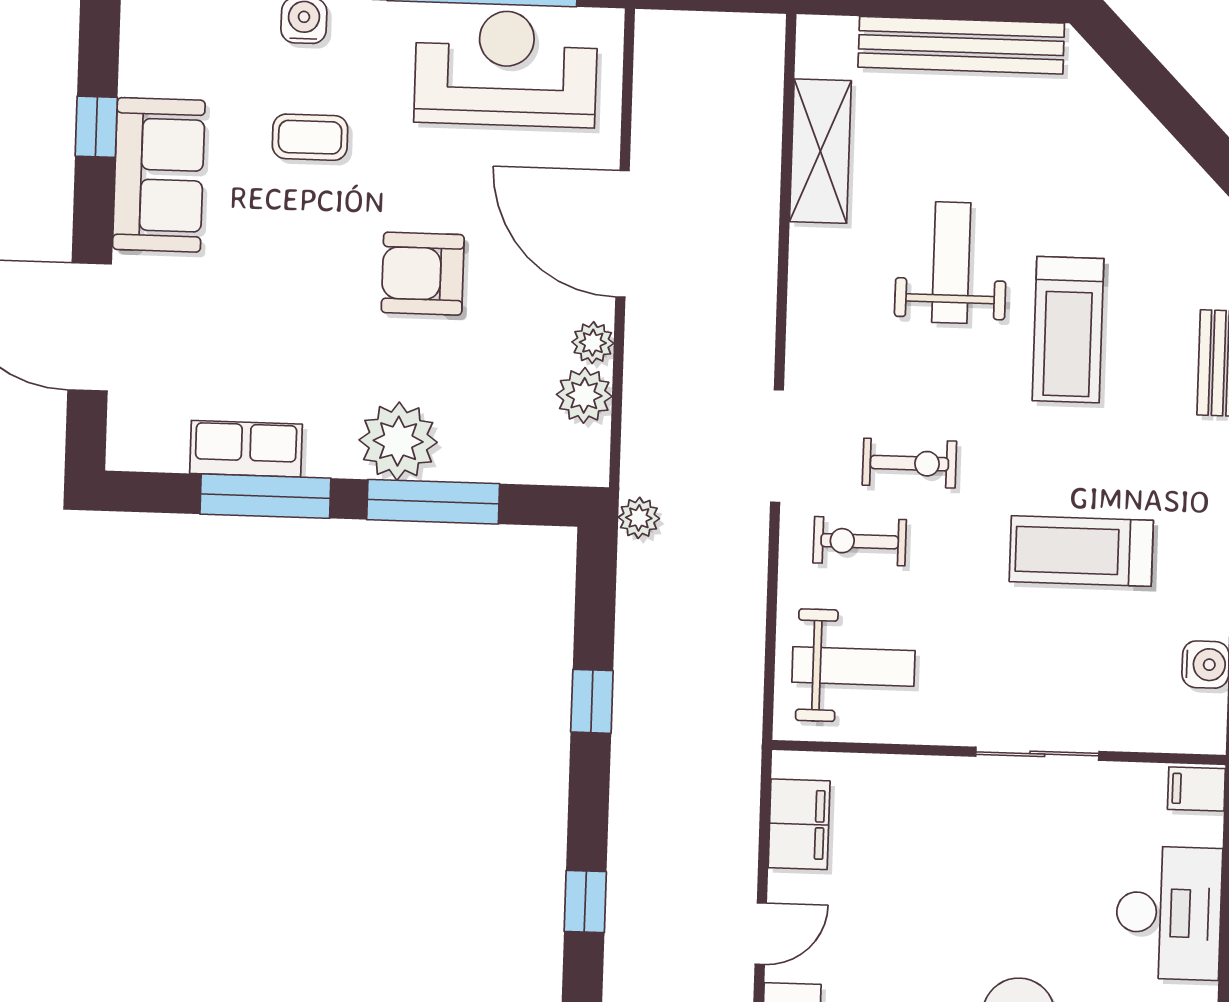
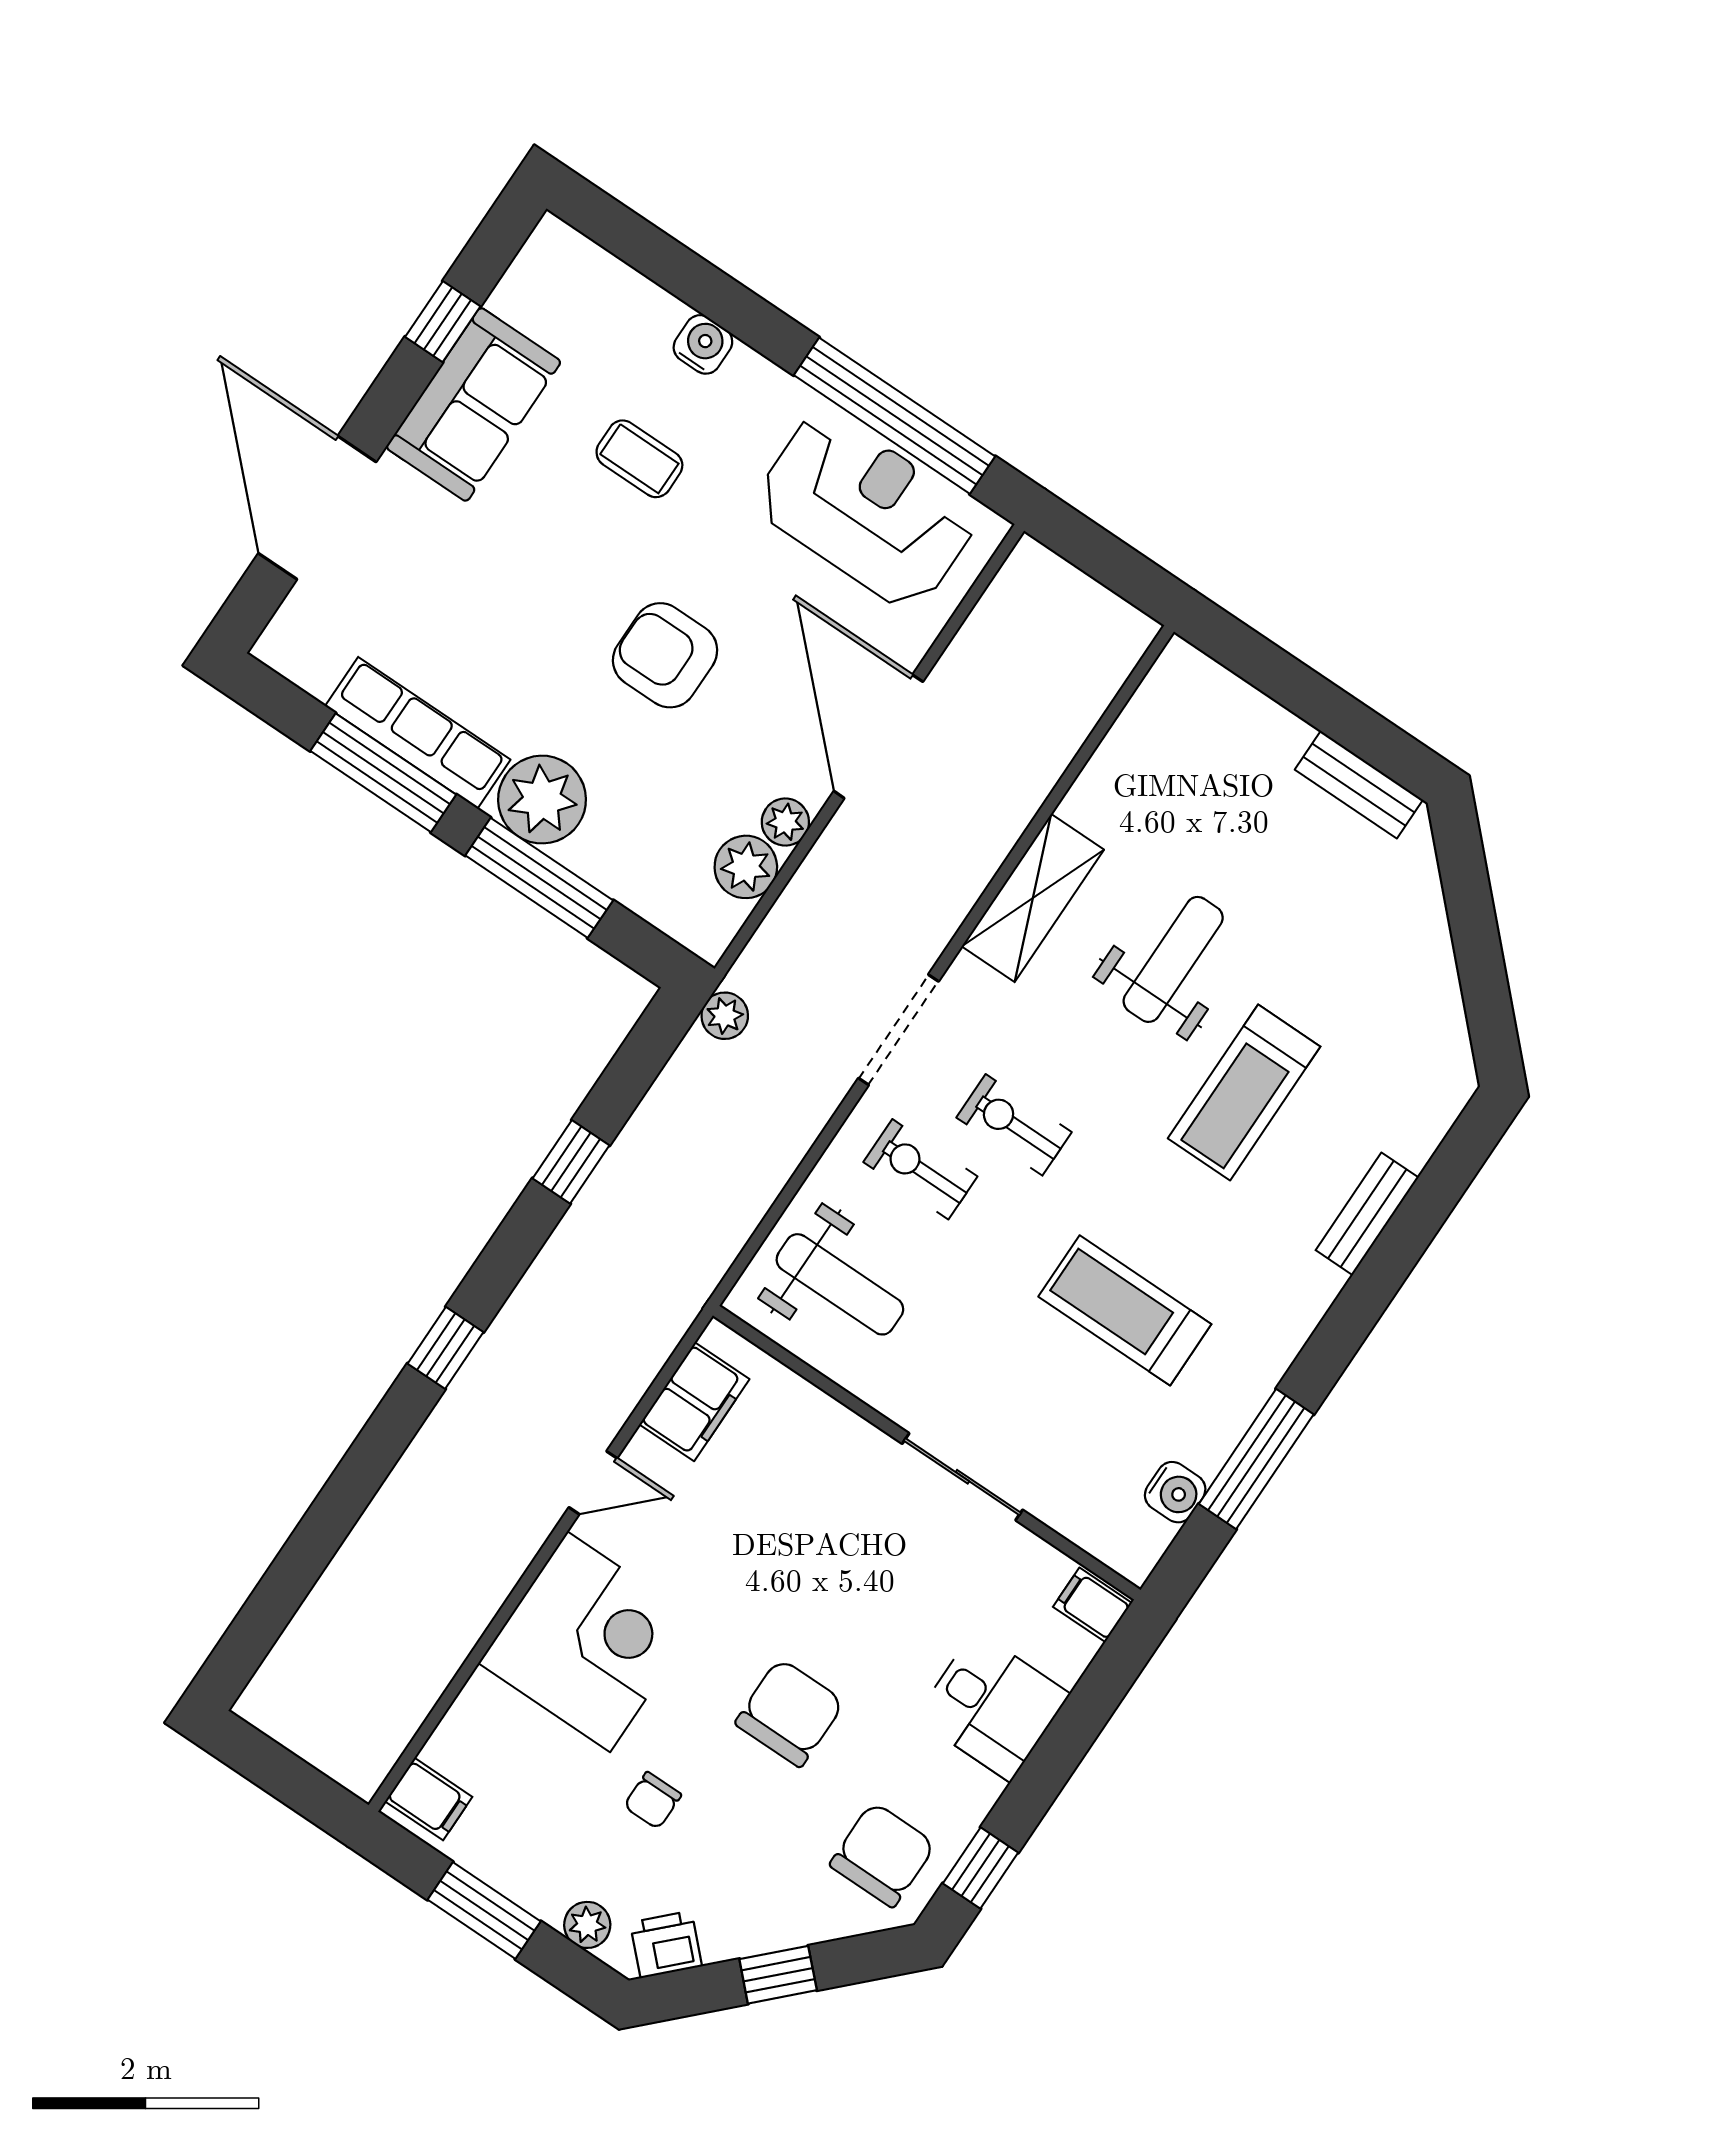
bench: (961, 45) -> (1359, 785), width x0.54, depth x0.82
shelving: (820, 151) -> (1033, 898), moved
row of seats: (246, 449) -> (418, 733), width x1.48
exercise bike: (909, 463) -> (1014, 1125), turned 180
desk: (1169, 913) -> (992, 1706), width x0.73

